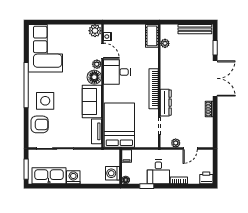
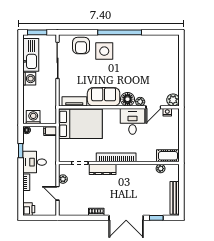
corner sofa: (45, 48) -> (156, 51), removed

